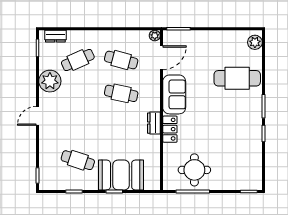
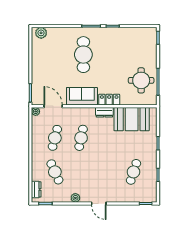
cafe table: (237, 78) -> (83, 55), moved
plant: (50, 81) -> (75, 198), width x0.53, depth x0.53
booth: (121, 175) -> (132, 119), moved, turned 90

